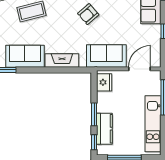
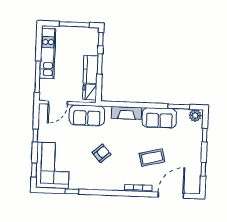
kitchen counter: (104, 129) -> (90, 69), moved

